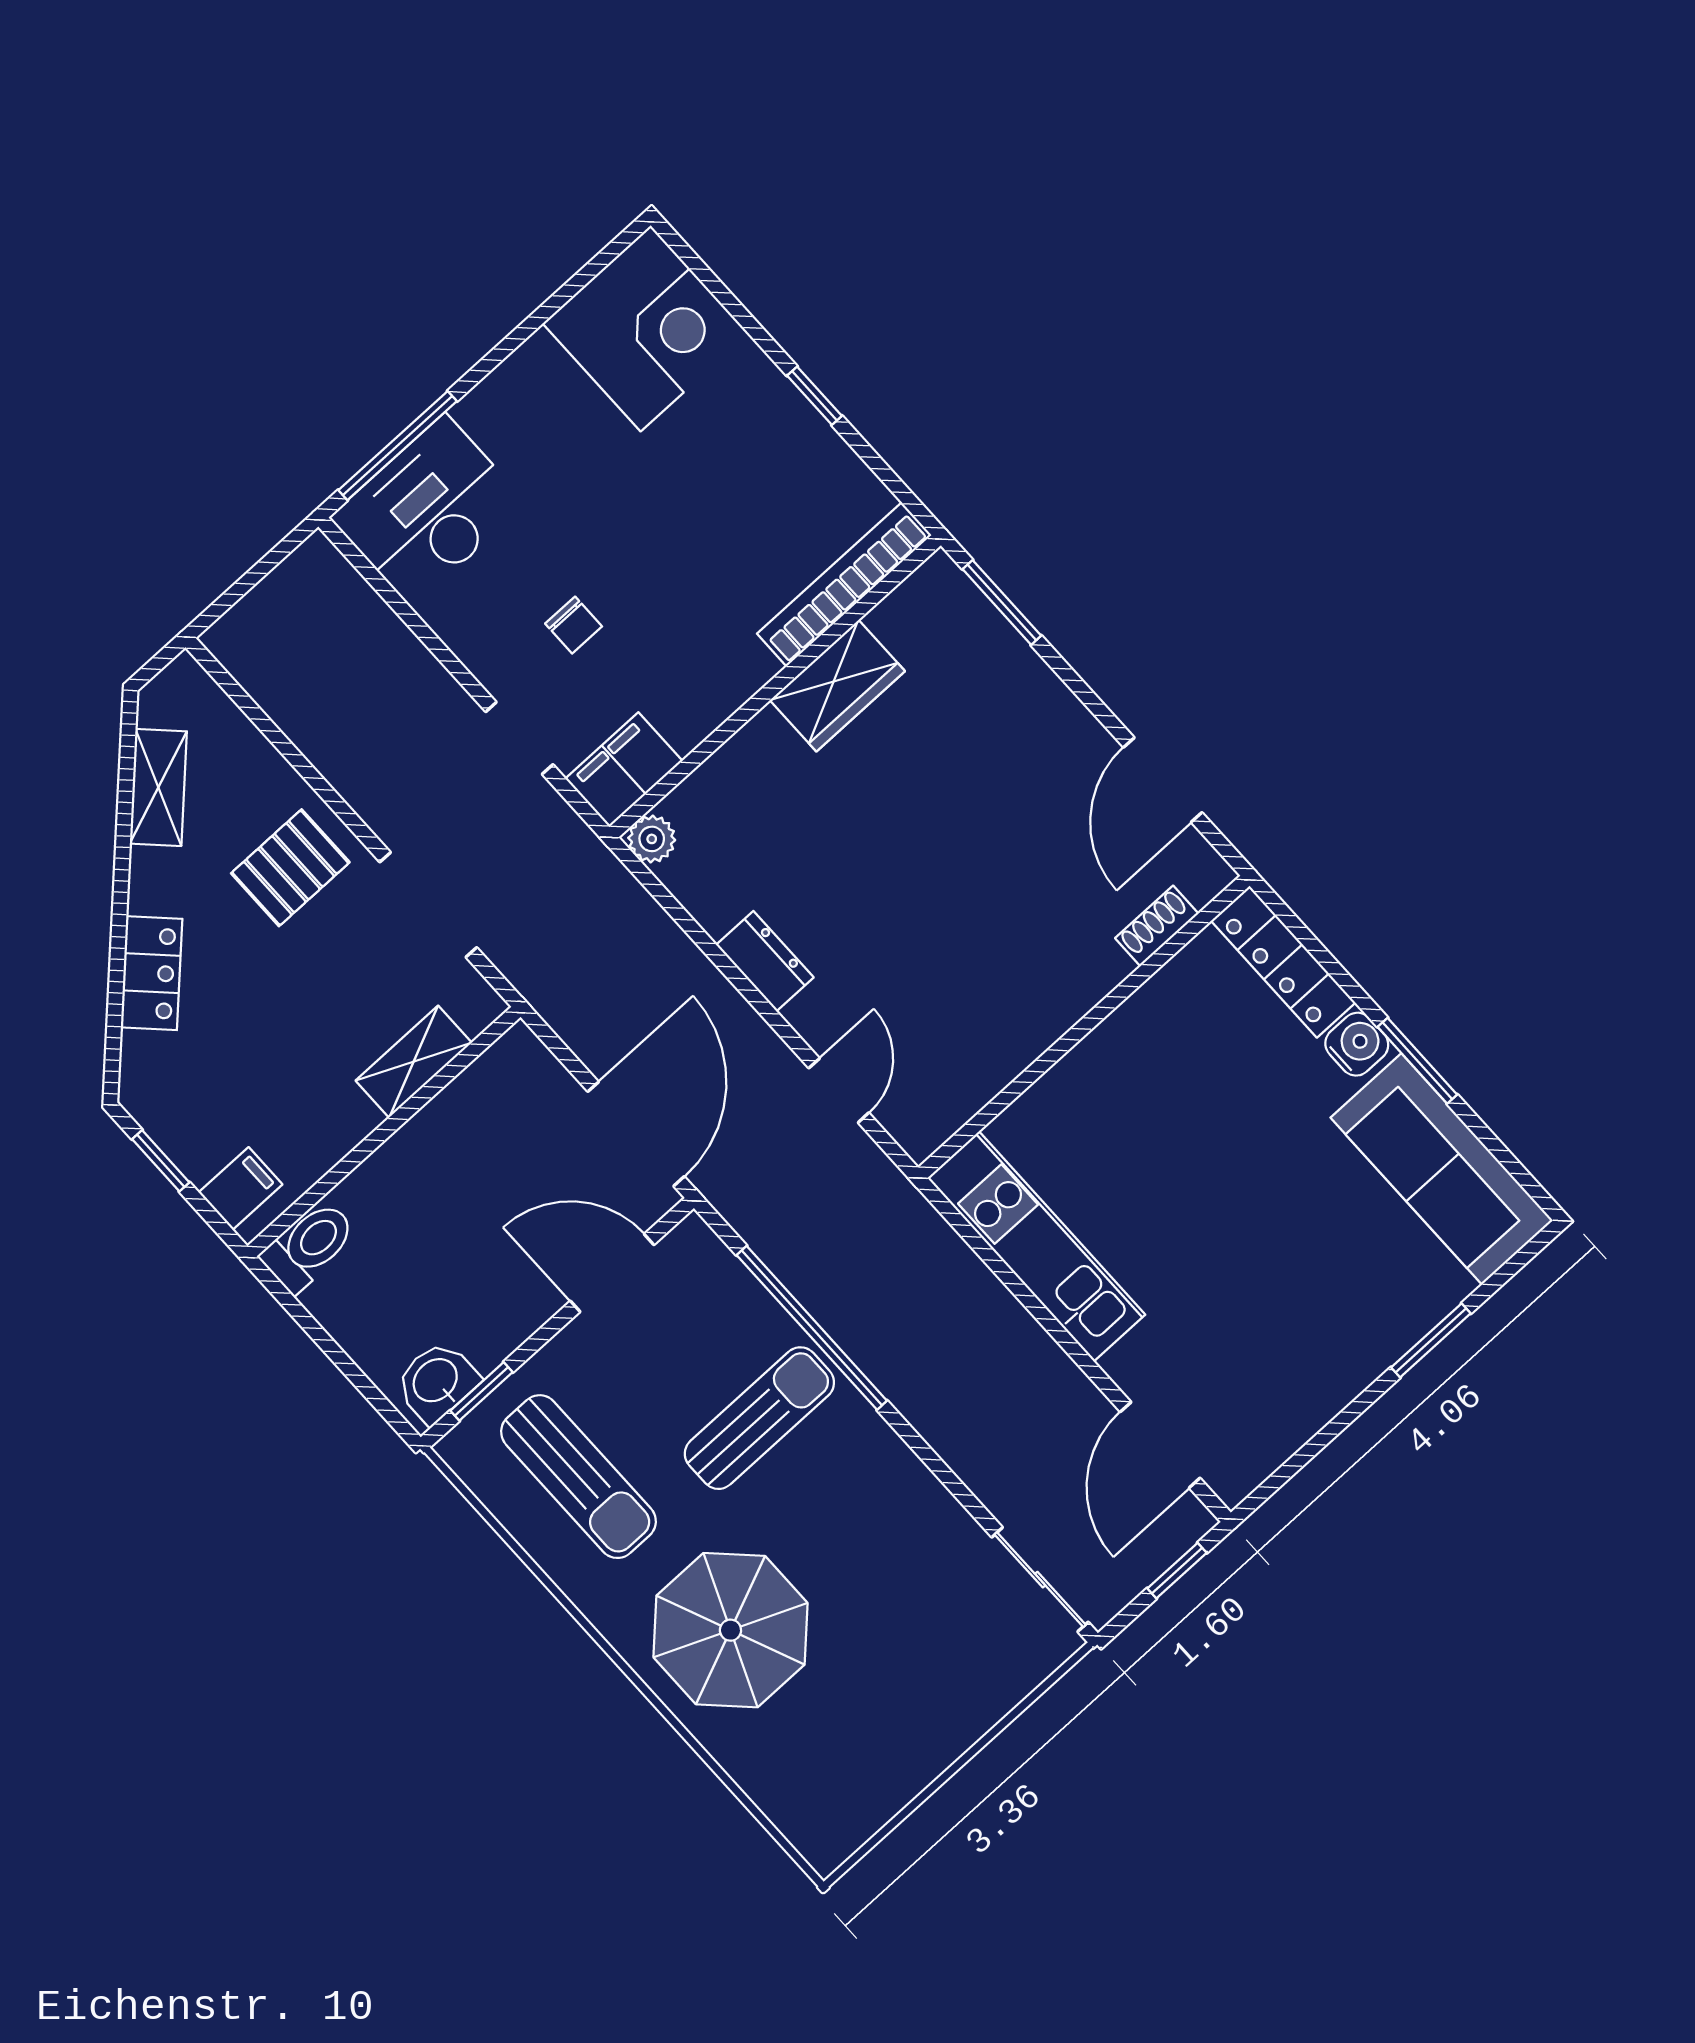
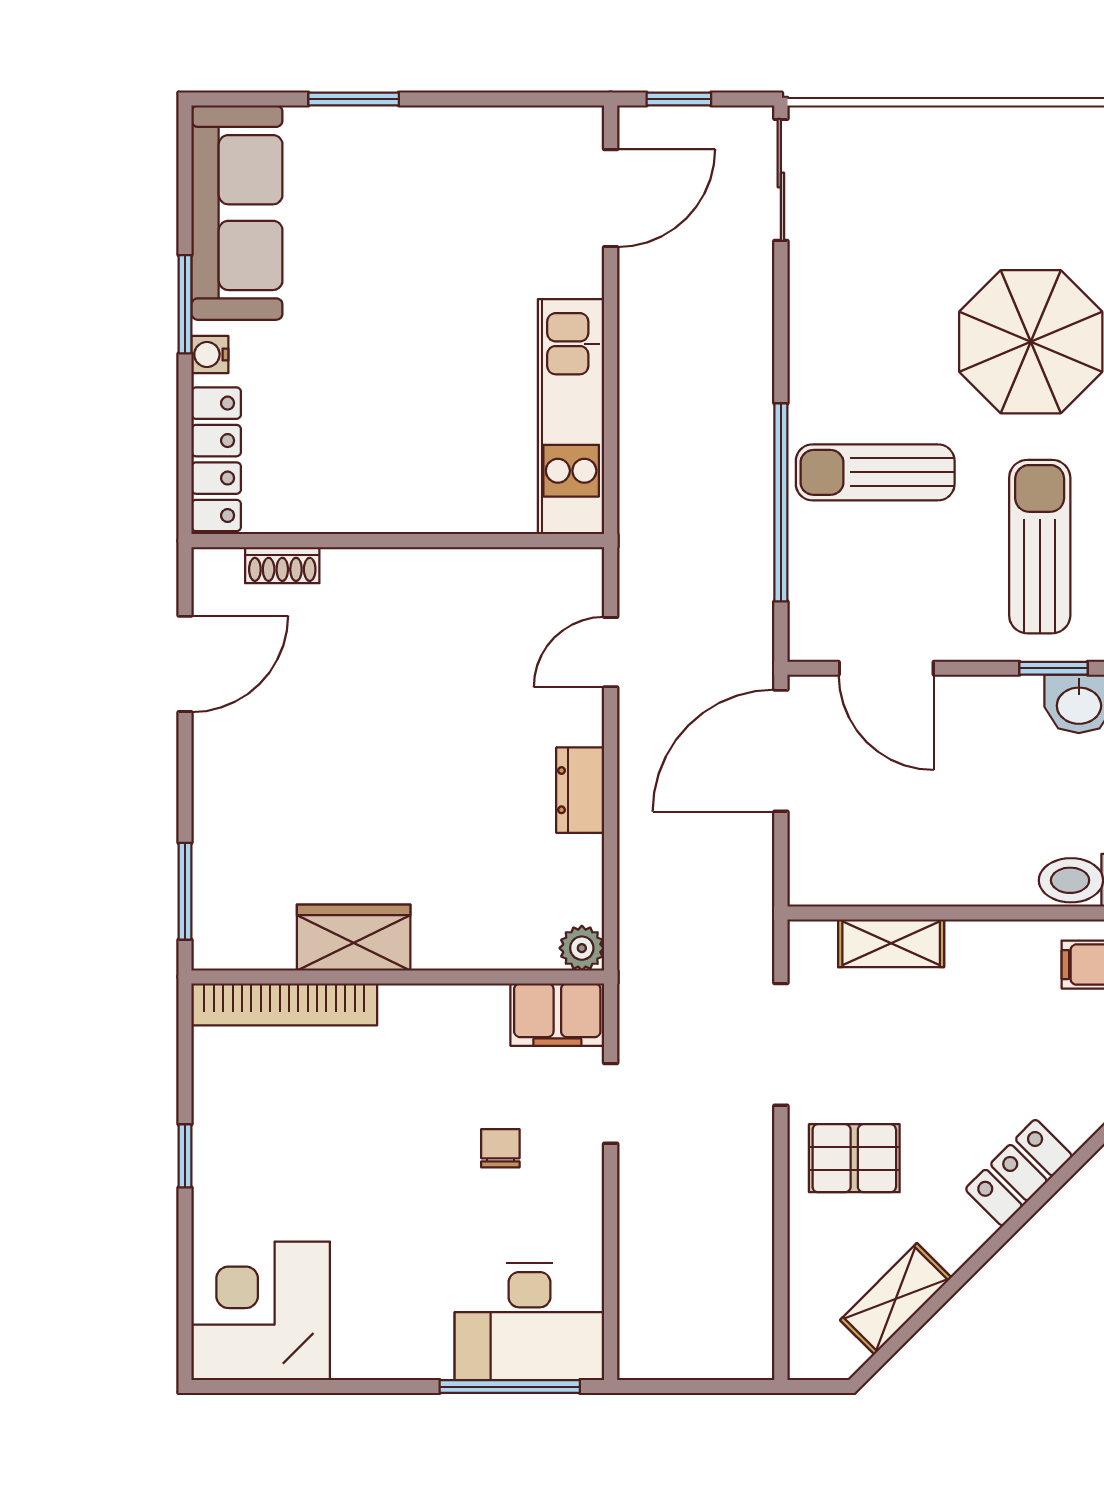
water cooler: (1357, 1044) -> (210, 354), width x0.72, depth x0.72

